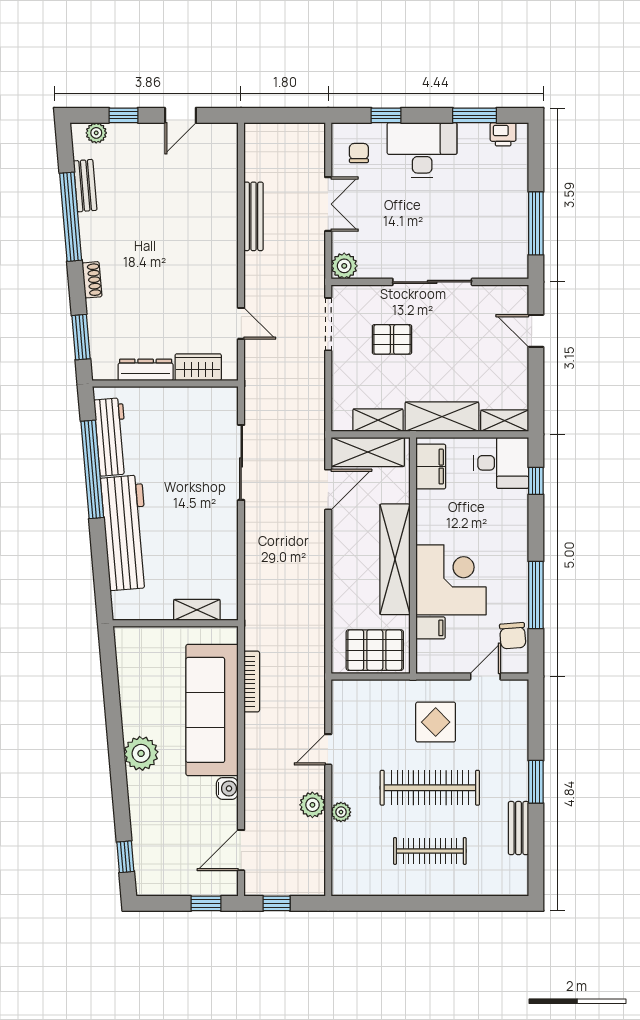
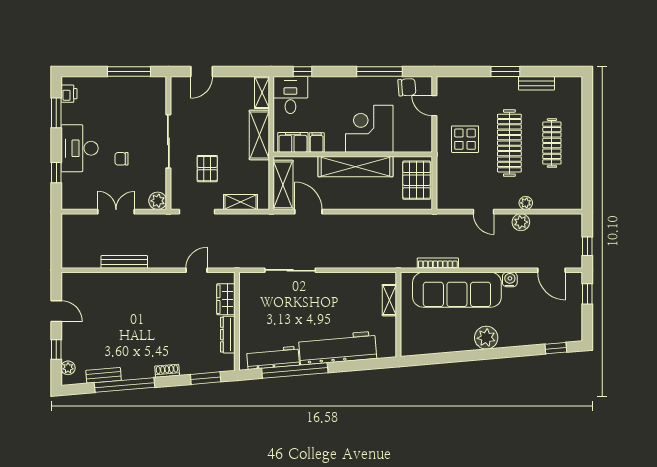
chair: (359, 153) -> (122, 159), moved
shelving: (378, 420) -> (241, 202), moved, turned 90
filing cabinet: (431, 628) -> (317, 143), moved

